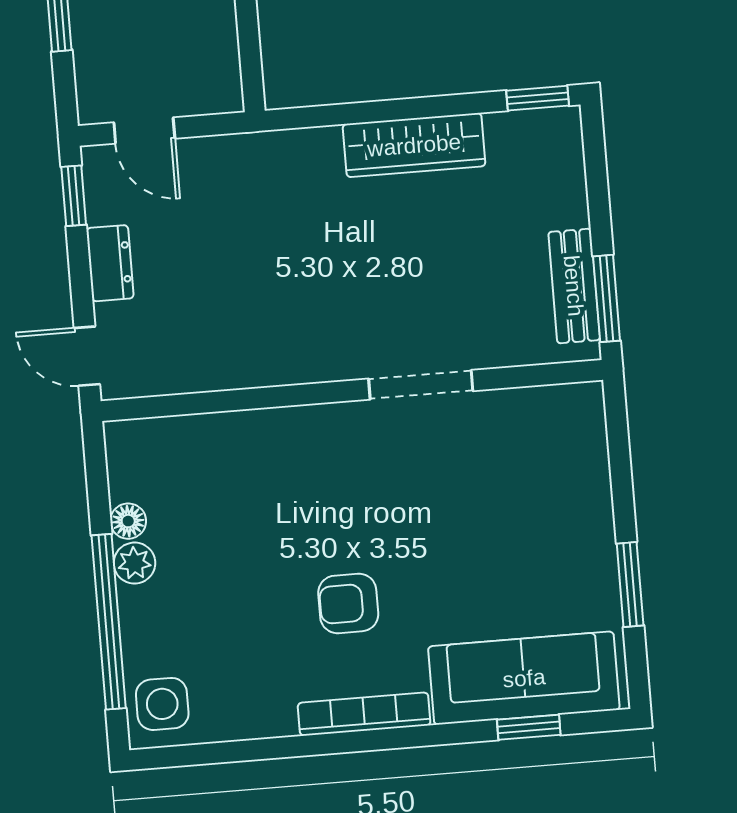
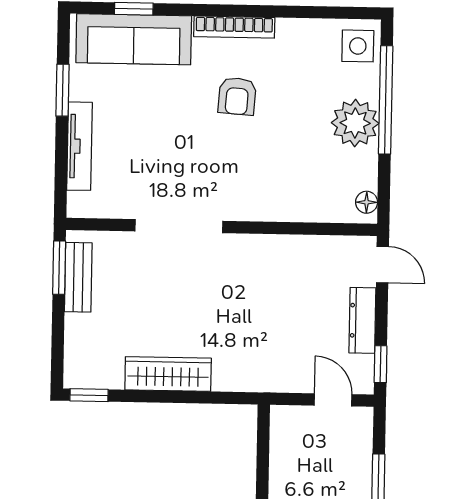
dresser: (110, 263) -> (362, 320), width x1.44
doorway: (421, 385) -> (179, 226), width x1.36
tv unit: (594, 497) -> (80, 146), added
floor lamp: (128, 521) -> (367, 202), moved
plant: (134, 563) -> (355, 123), width x1.87, depth x1.87
armchair: (348, 603) -> (237, 96), turned 94

